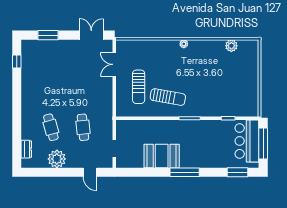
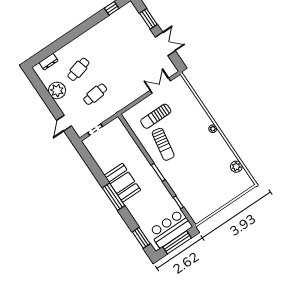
double door: (91, 35) -> (165, 44), moved
booth: (162, 156) -> (122, 183), moved

